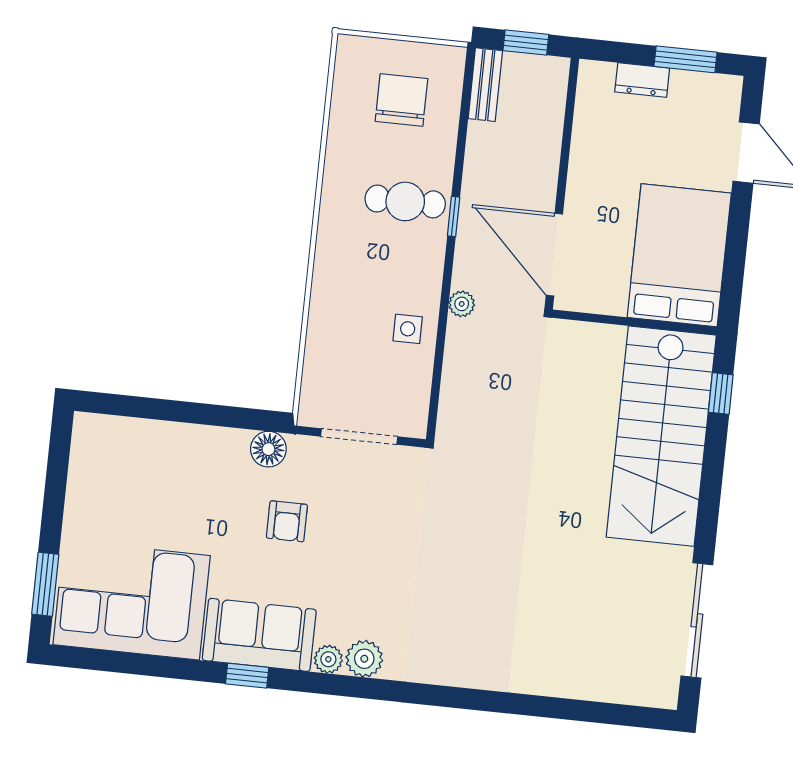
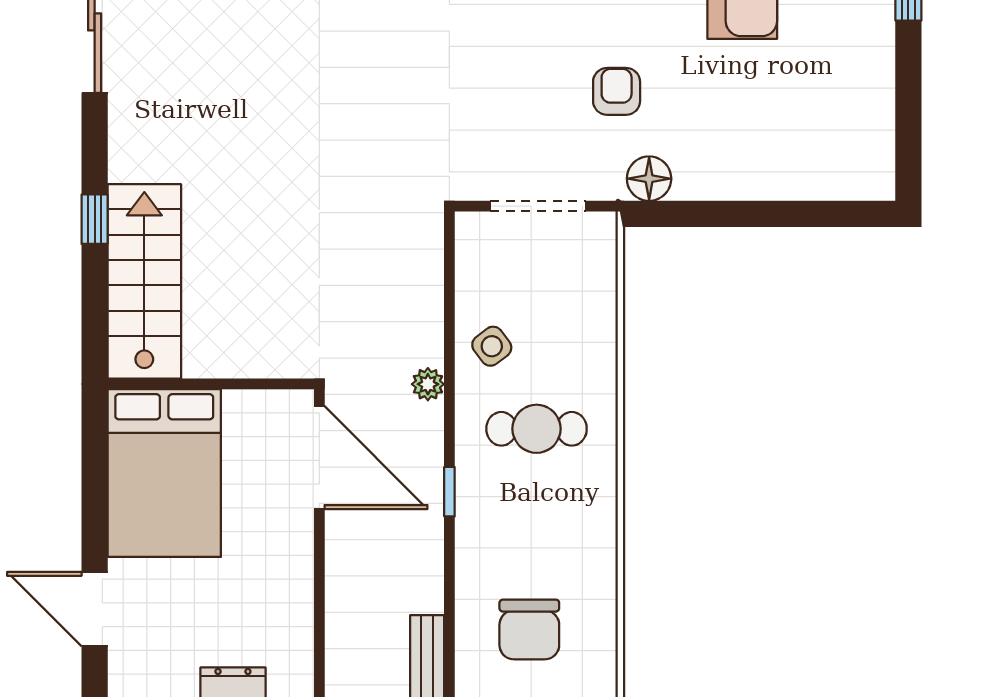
cafe table: (405, 201) -> (537, 429), moved
side table: (408, 329) -> (492, 346), turned -37
window: (721, 393) -> (95, 219), moved
stairs: (661, 436) -> (144, 281), width x0.73, depth x0.66

